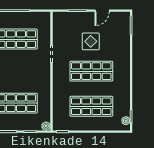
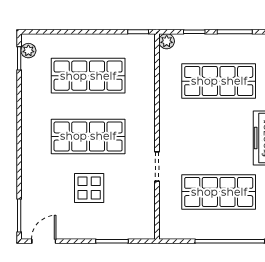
door: (102, 11) -> (44, 241), moved

